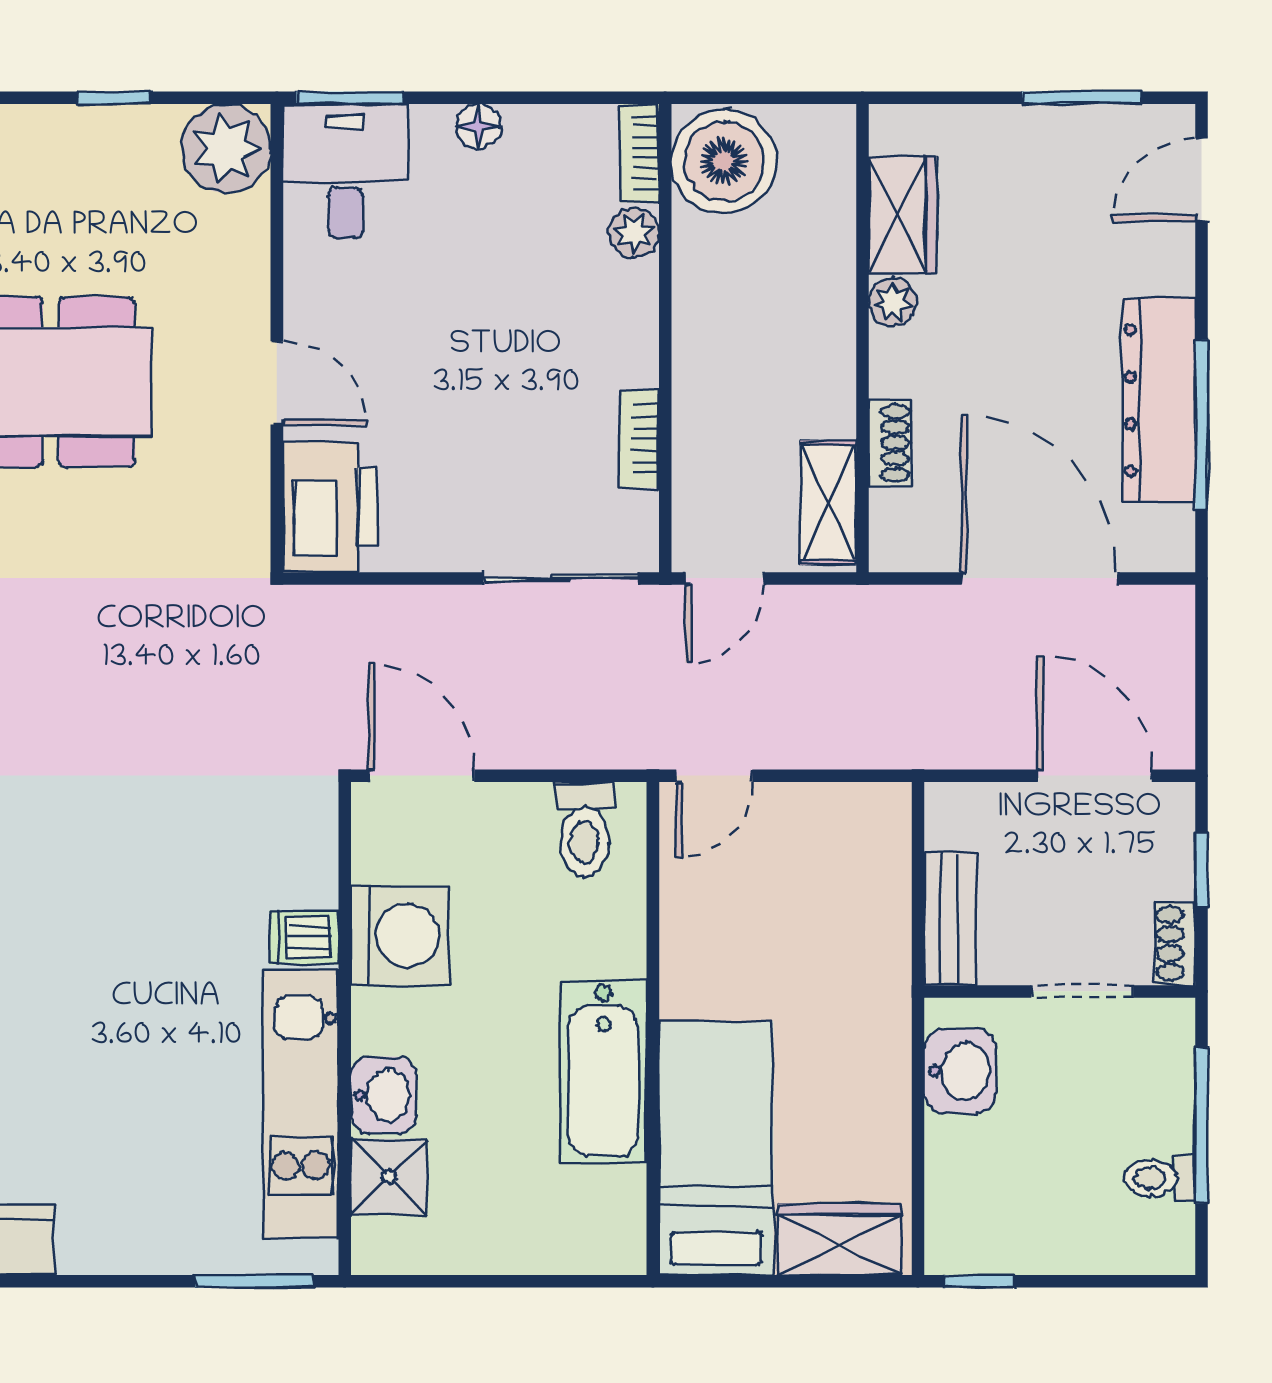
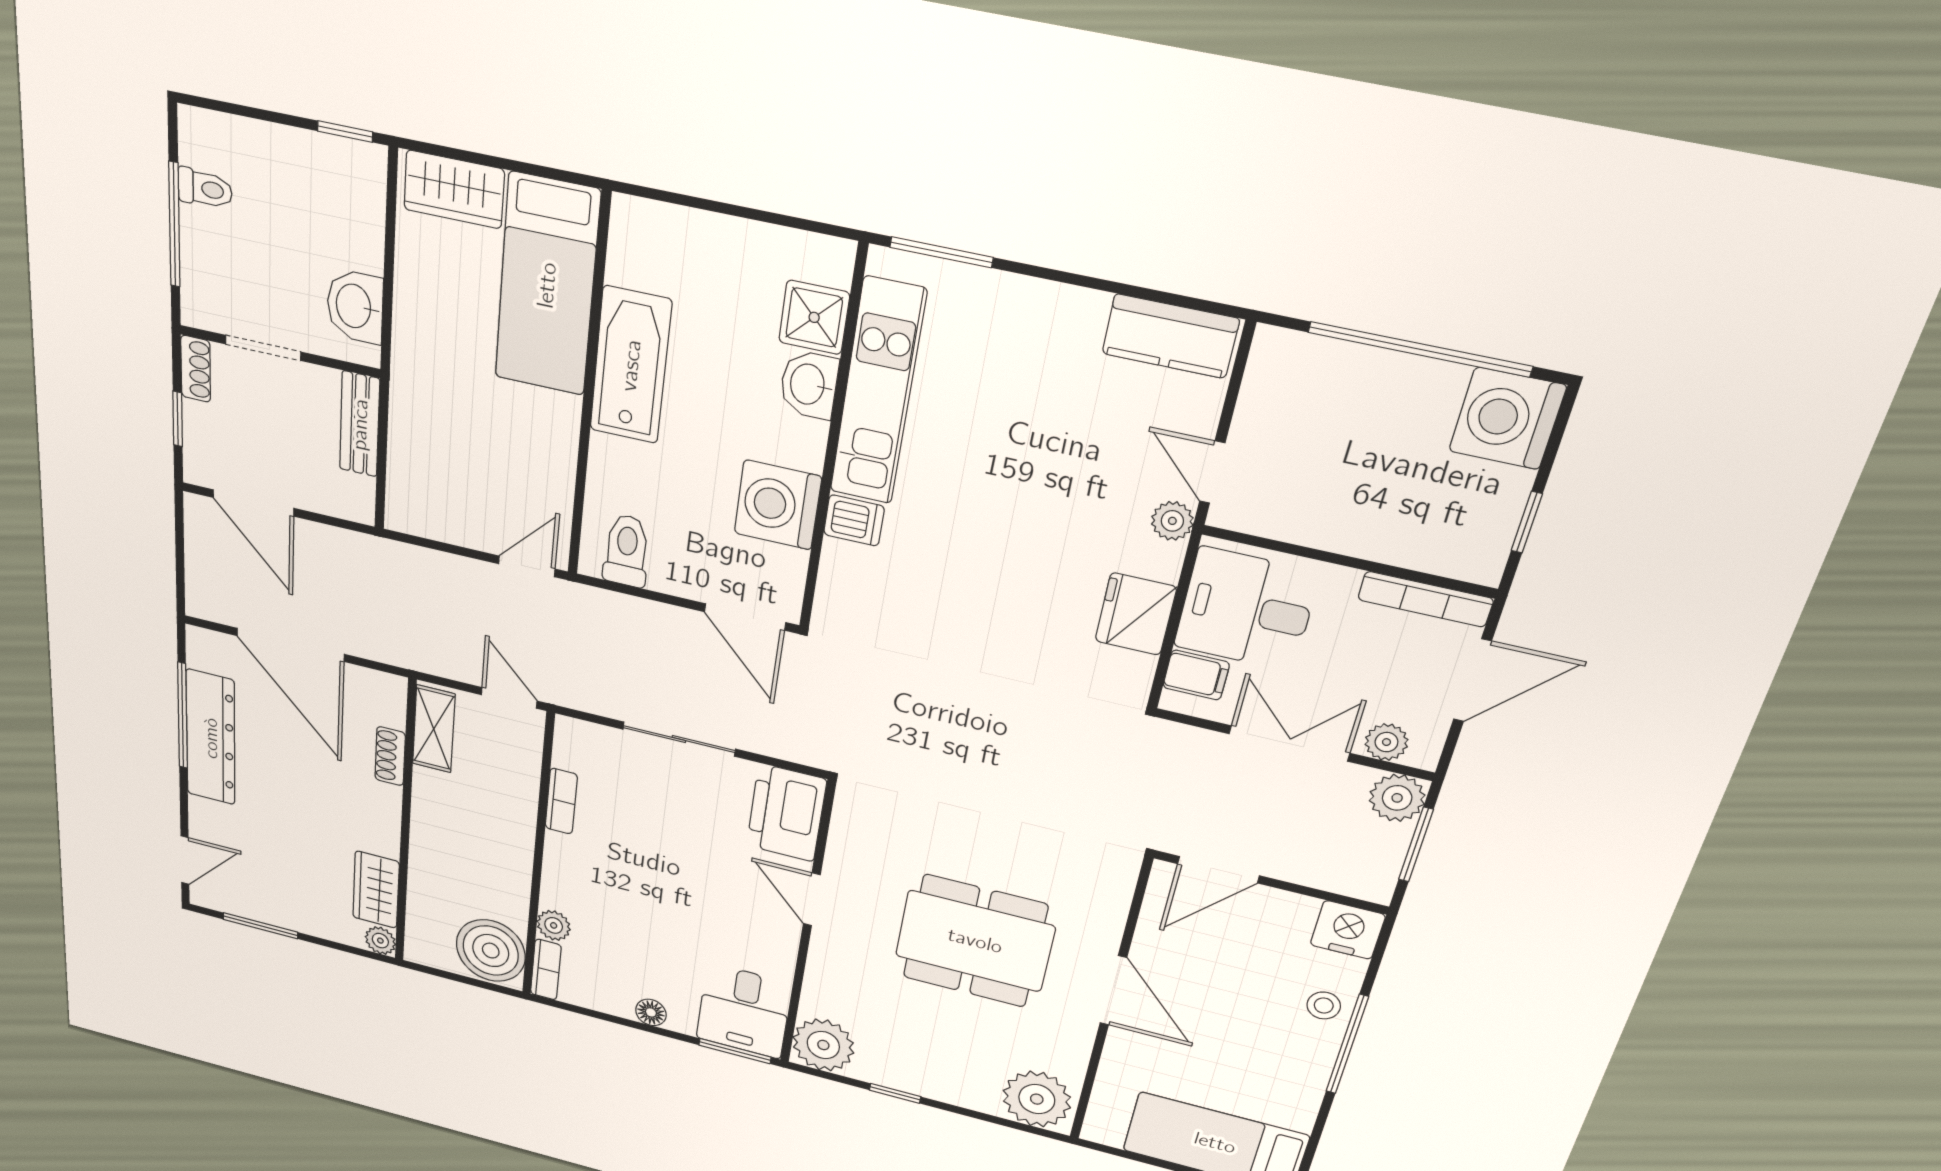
plant: (893, 302) -> (380, 941), moved
sliding door: (561, 578) -> (679, 739), moved
door: (725, 578) -> (509, 698), hinge flipped

